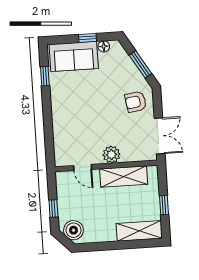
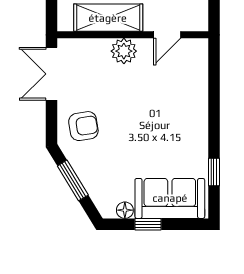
door: (83, 167) -> (167, 35), swing flipped

